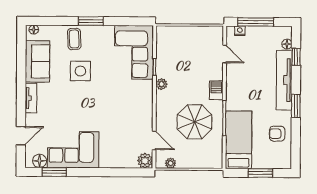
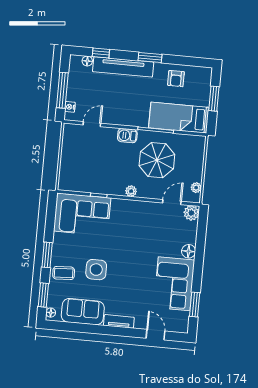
window: (51, 21) -> (43, 295), added
plant: (161, 84) -> (131, 191), moved
floor lamp: (40, 161) -> (189, 251), moved

